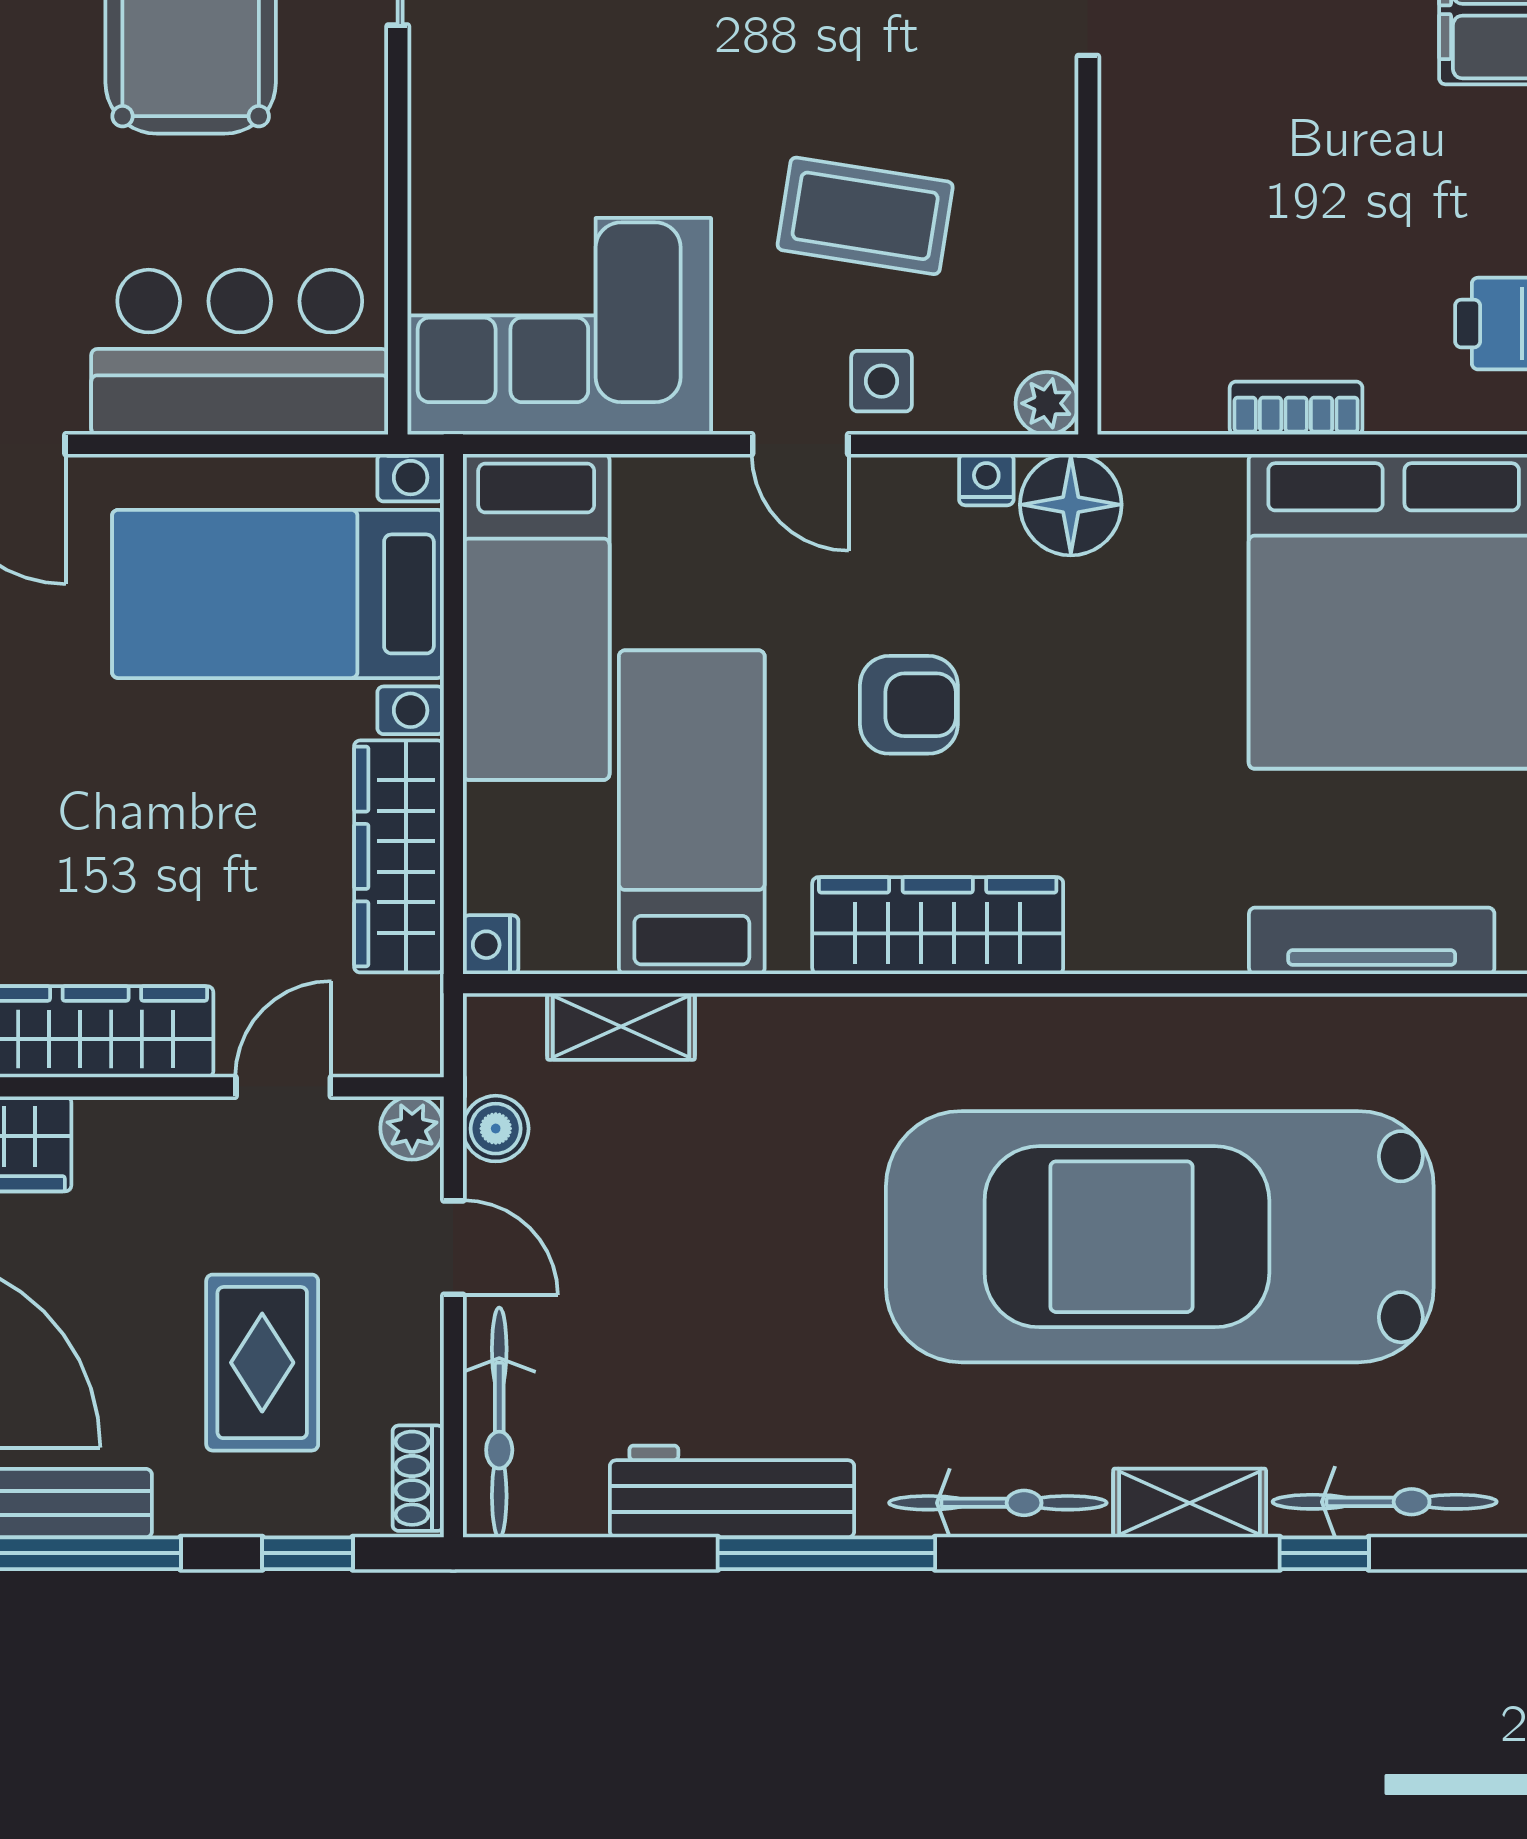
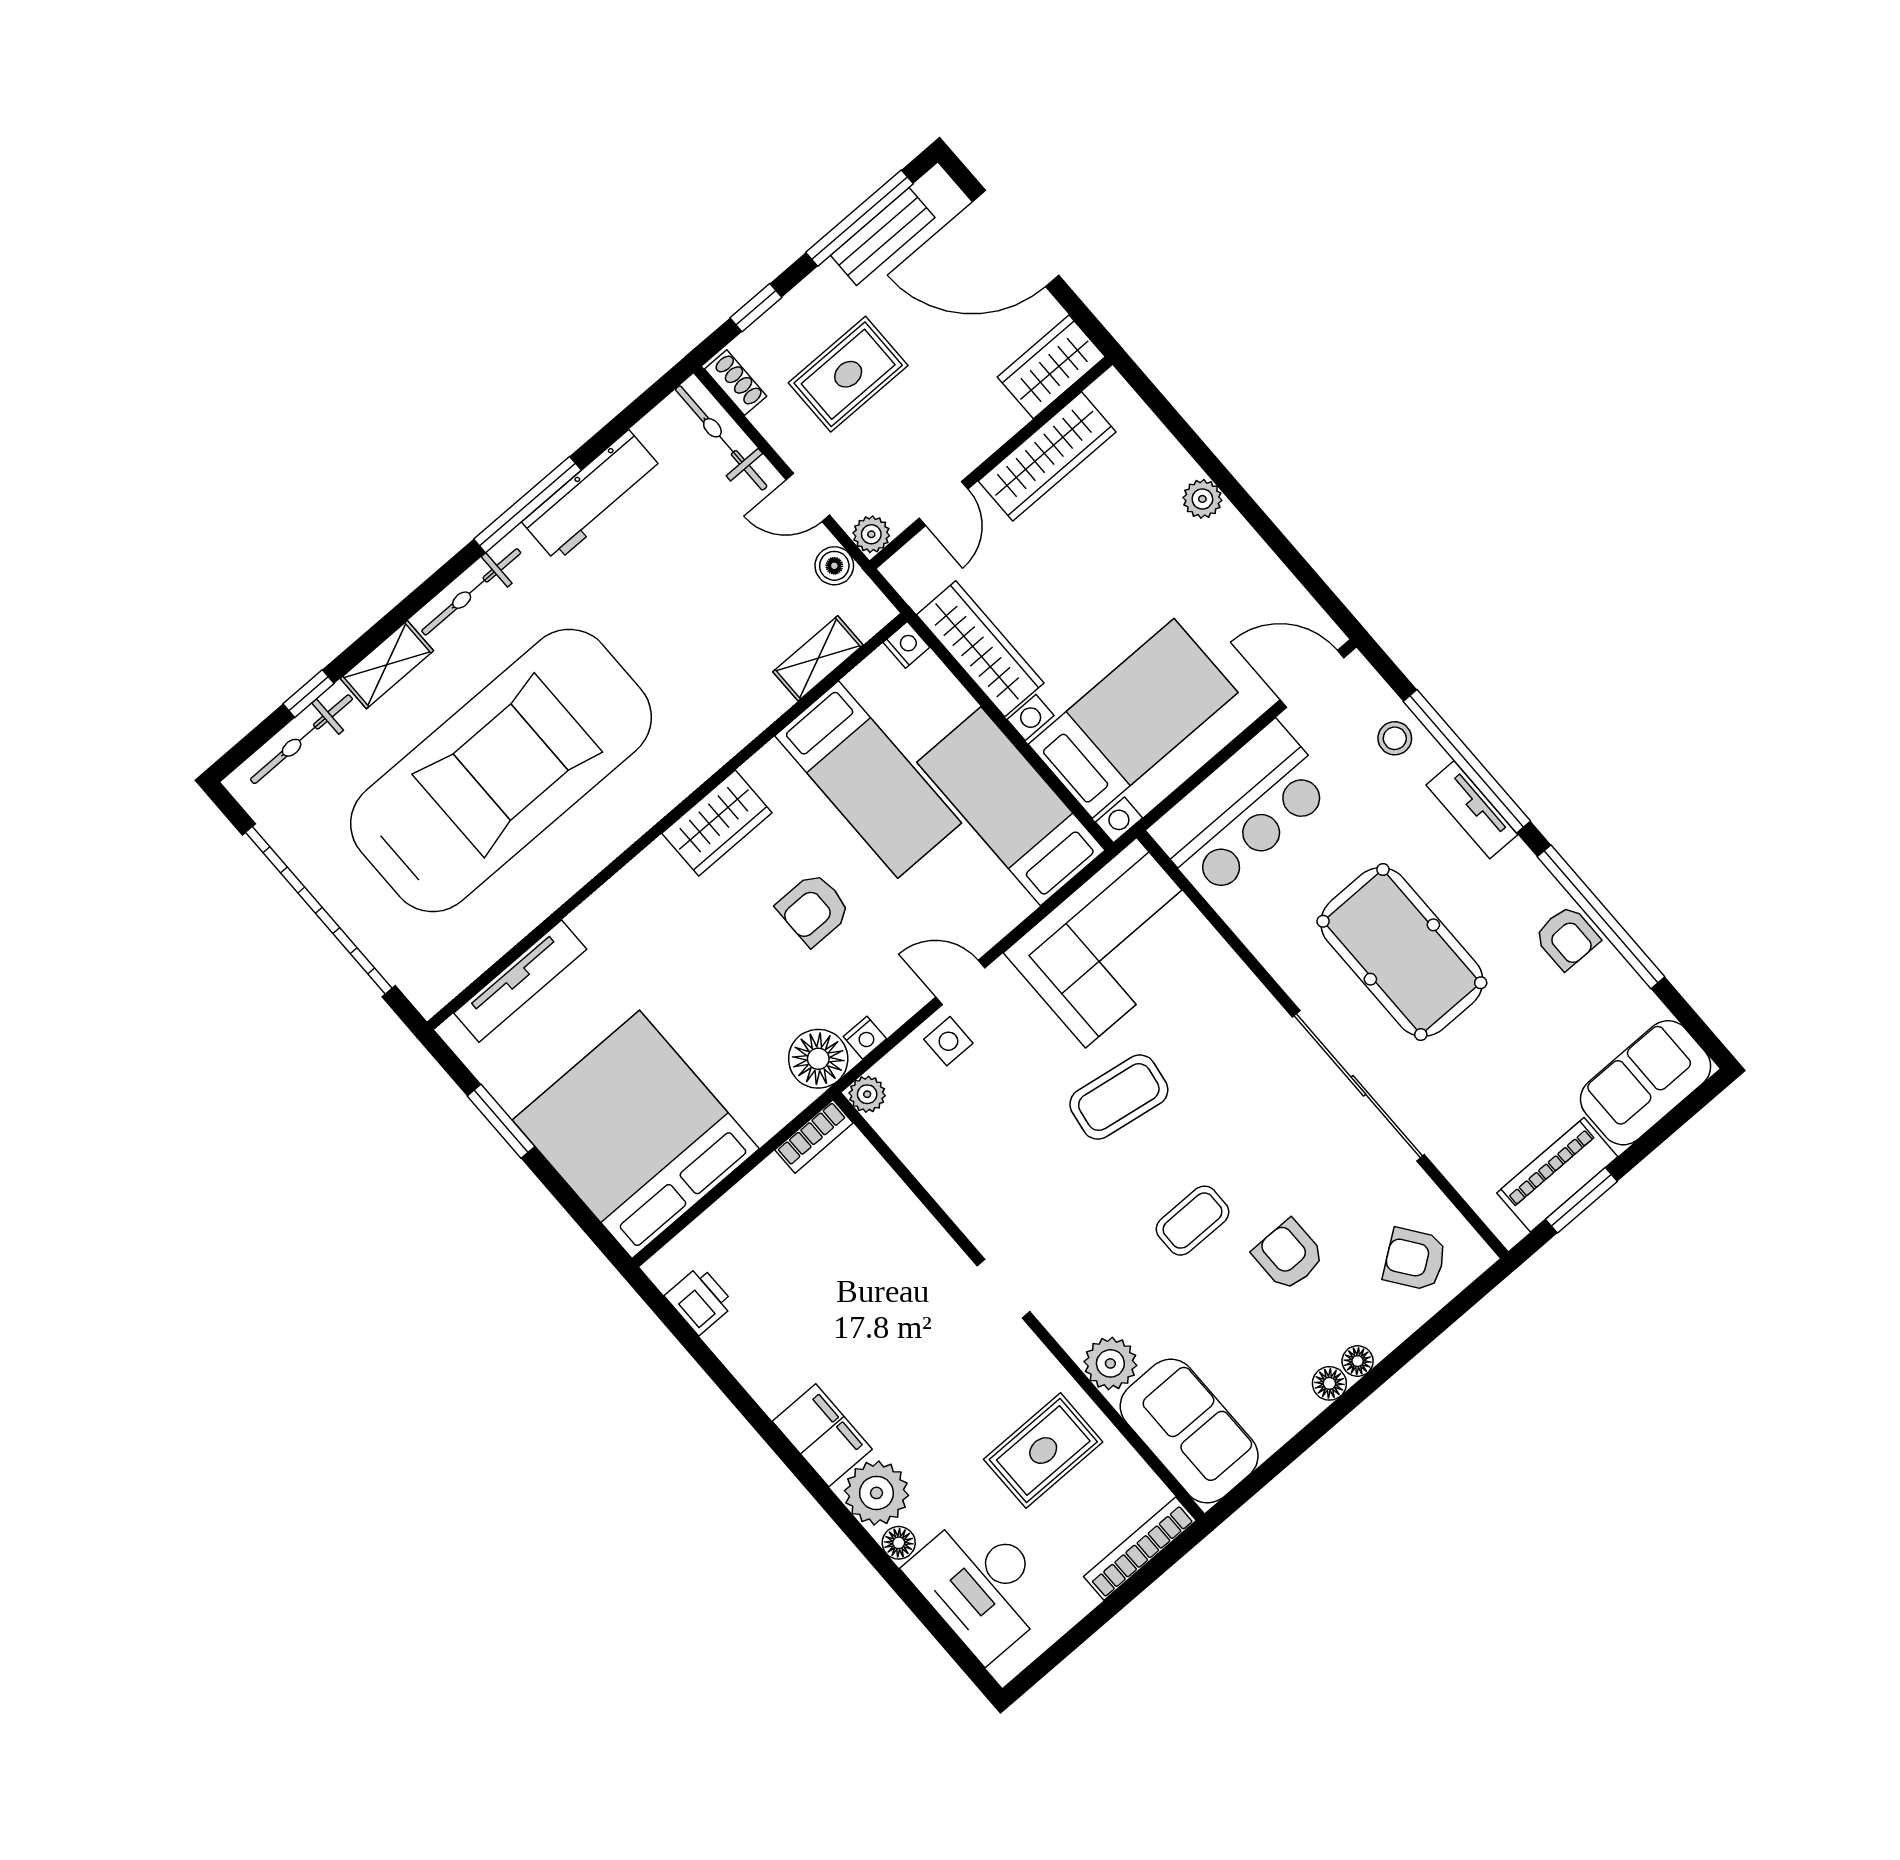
coffee table: (865, 216) -> (1119, 1097), moved
bookcase: (1296, 408) -> (814, 1136), moved
wardrobe: (938, 926) -> (717, 823), width x0.67
rug: (262, 1363) -> (848, 374), turned 90

